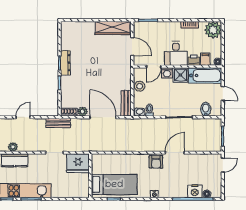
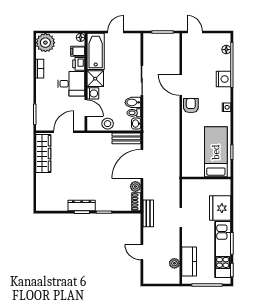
bidet: (206, 109) -> (133, 102), moved
armchair: (156, 162) -> (191, 106), turned -90
fridge: (78, 163) -> (220, 208), moved, turned 180
nightstand: (195, 191) -> (223, 79), moved

